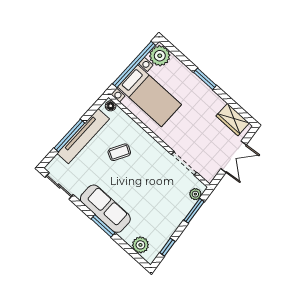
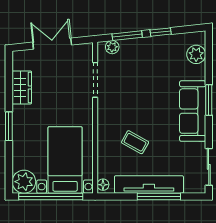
wardrobe: (233, 119) -> (22, 87), moved
window: (167, 247) -> (161, 32), moved

